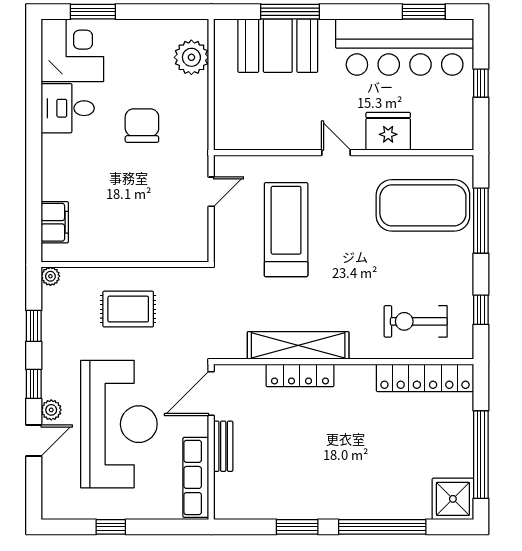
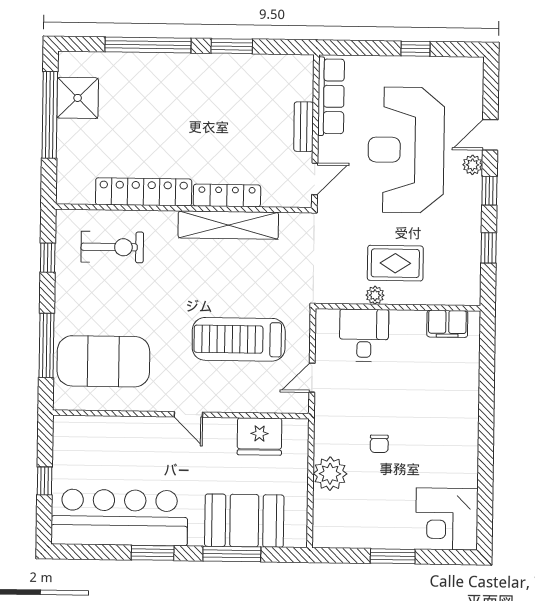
window: (93, 12) -> (393, 556), moved
window: (424, 12) -> (153, 553), moved
plant: (191, 57) -> (330, 474), moved
desk: (68, 108) -> (364, 335), moved, turned -90
chair: (142, 126) -> (379, 444), width x0.54, depth x0.54
fridge: (388, 131) -> (259, 436), moved
filing cabinet: (55, 222) -> (447, 324), moved, turned -90
treadmill: (286, 230) -> (239, 339), turned 90
plant: (50, 276) -> (375, 295), moved
locker: (425, 378) -> (144, 192), moved
door: (211, 393) -> (315, 179), width x0.73
shower: (453, 499) -> (78, 98), moved

